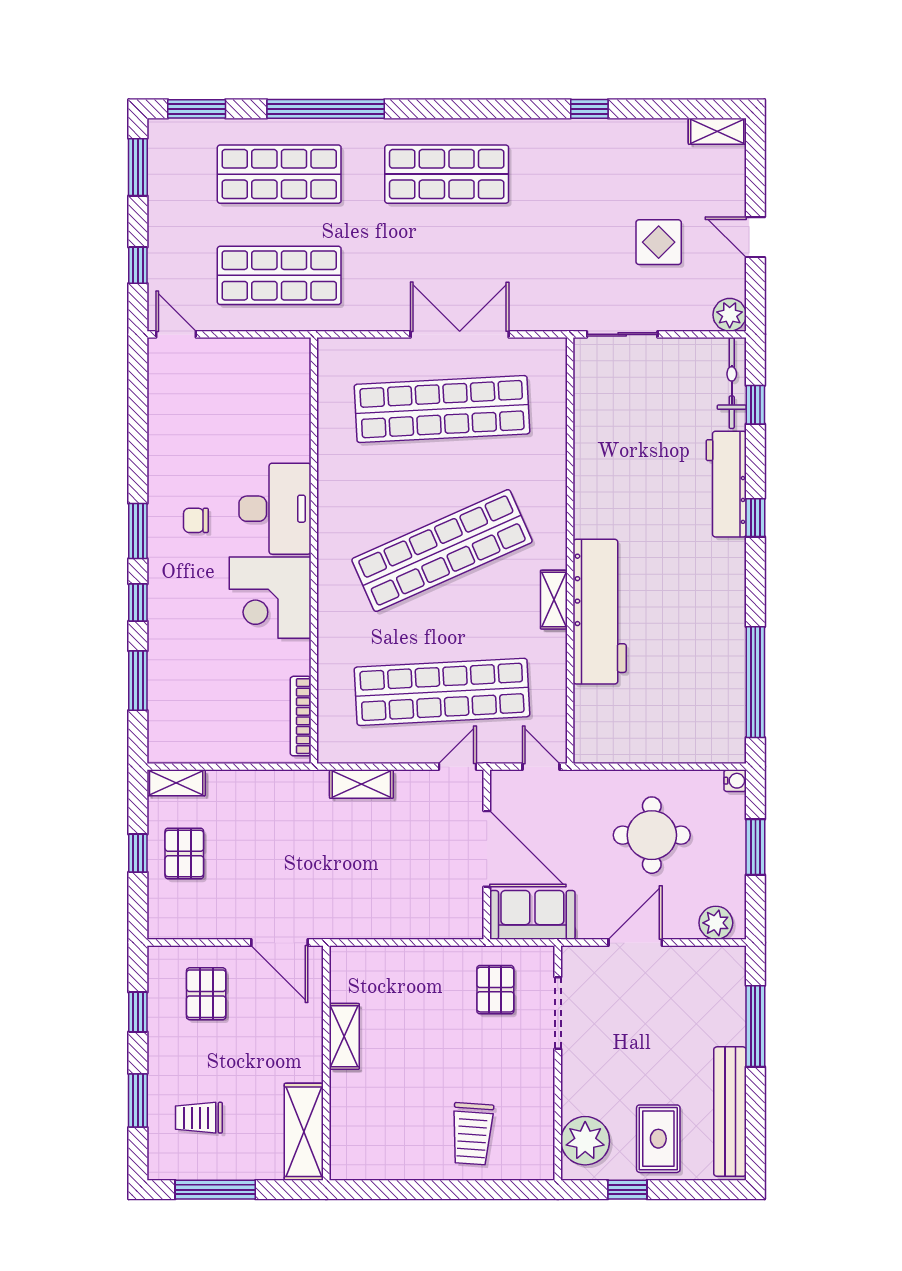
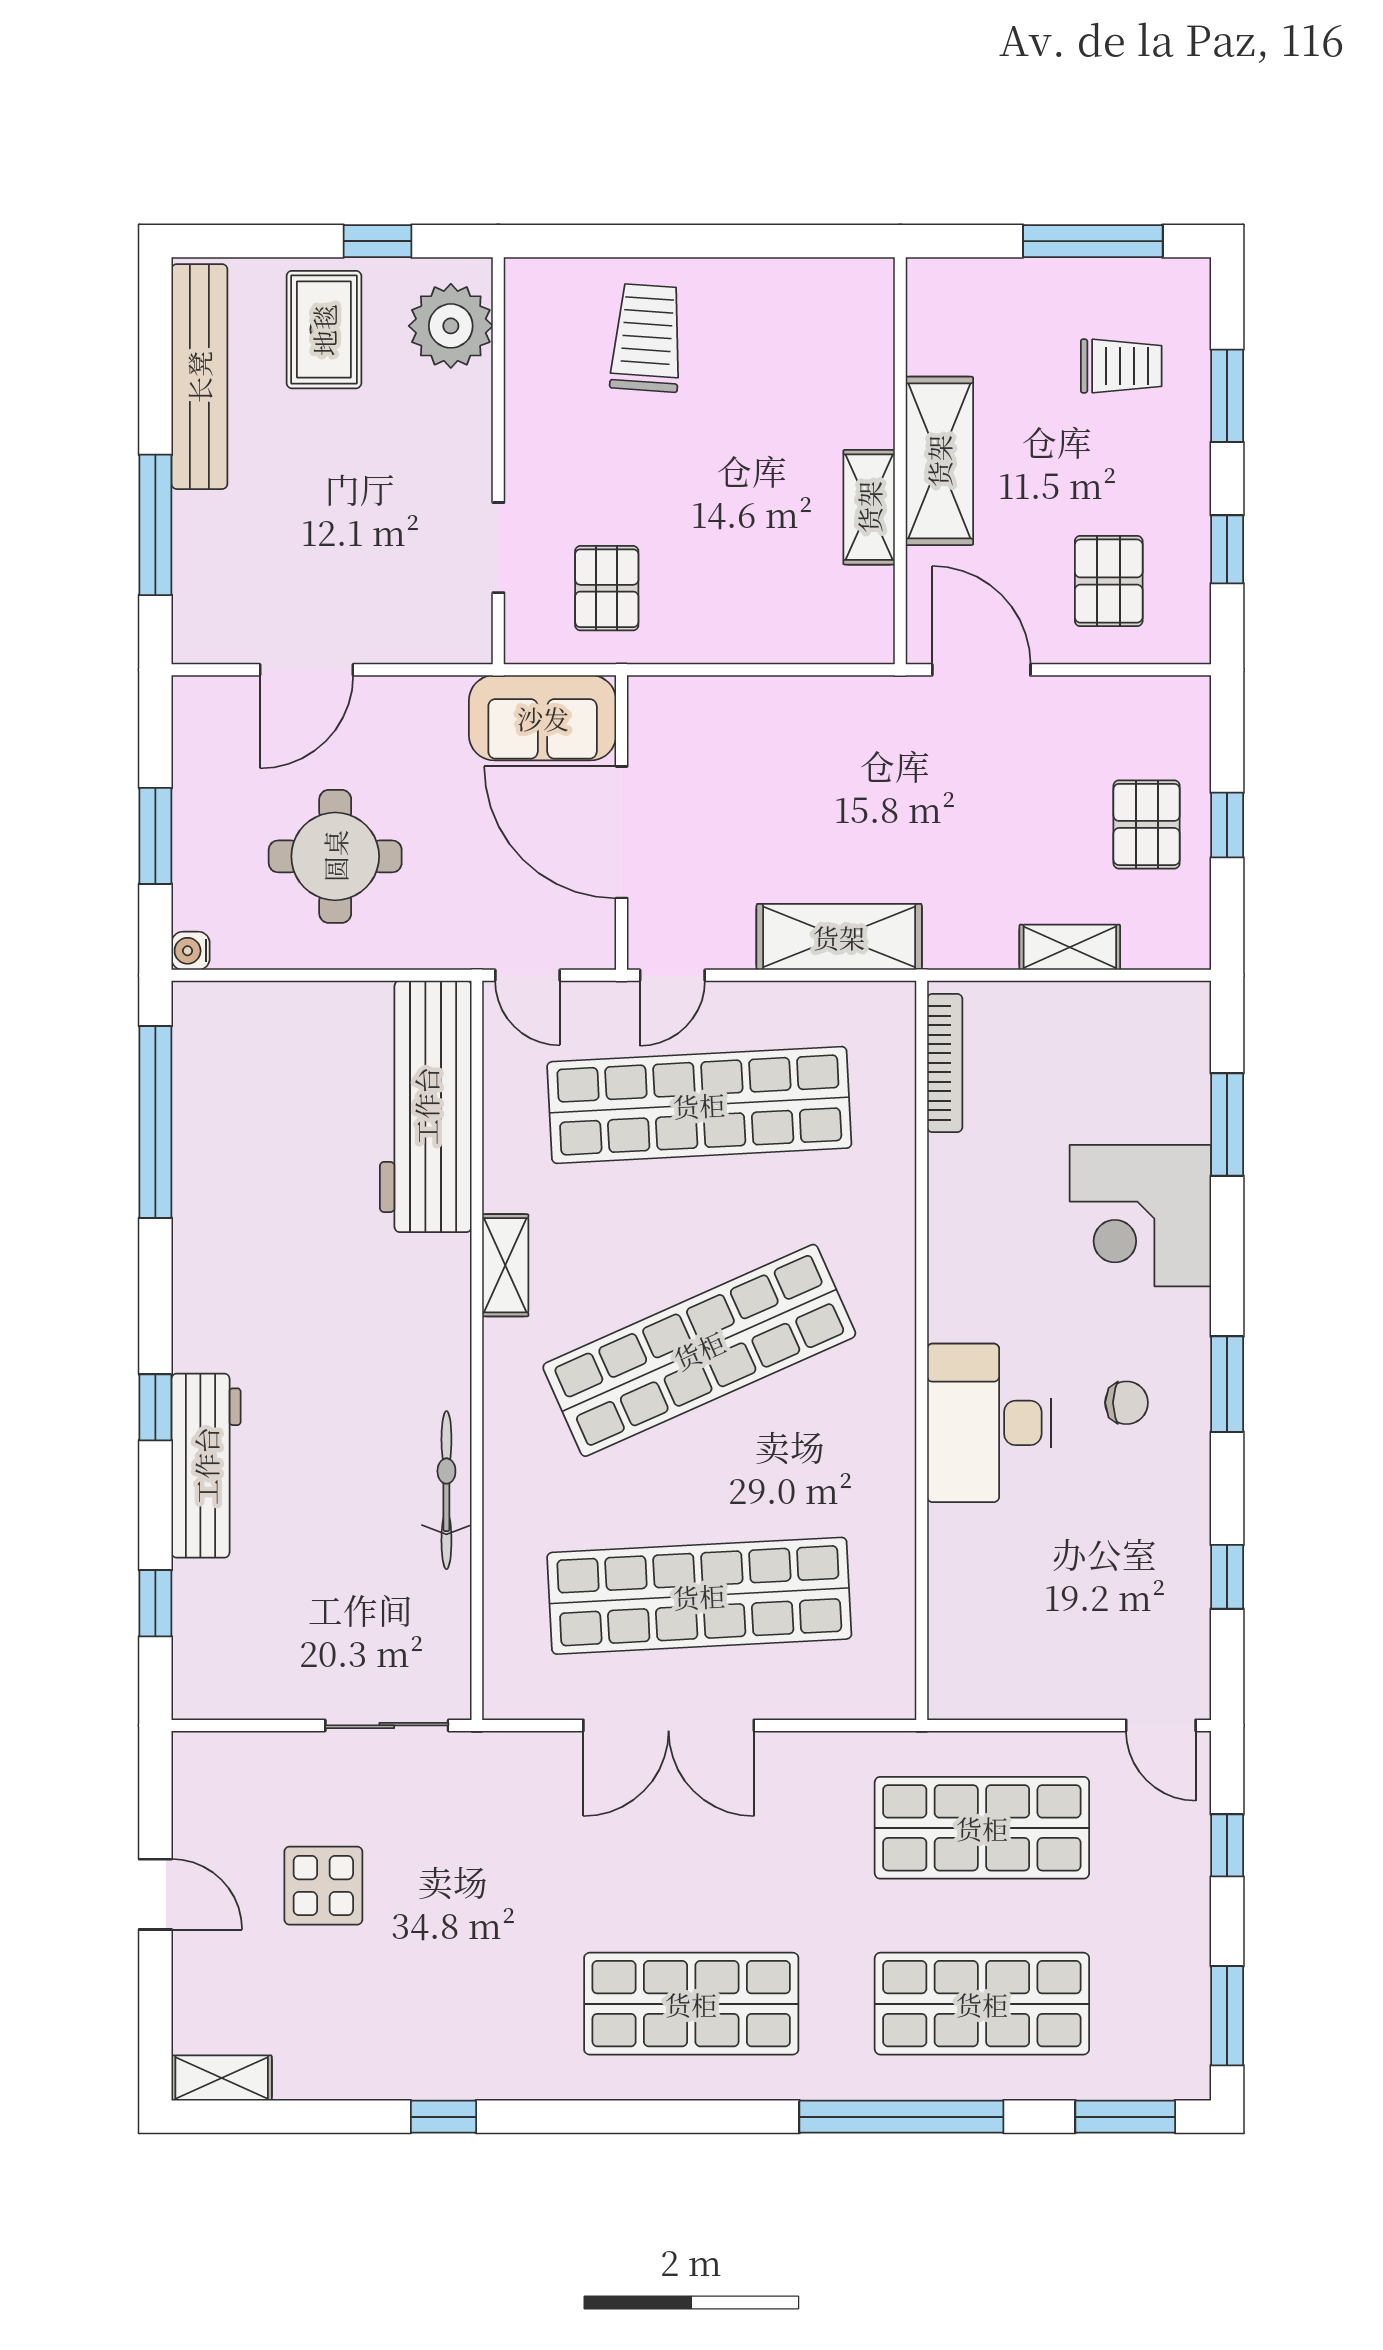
plant: (730, 315) -> (200, 1759), removed
bicycle: (732, 383) -> (446, 1490), moved, turned 180
corner desk: (270, 598) -> (1140, 1216), moved, turned 180
window: (138, 603) -> (1227, 1577), moved
workbench: (600, 612) -> (426, 1106), moved
shelving: (176, 783) -> (1070, 947), moved
shelving: (361, 784) -> (839, 937), width x1.50, depth x1.33
plant: (716, 923) -> (224, 704), removed
door: (635, 943) -> (307, 670), moved
doorway: (558, 1013) -> (498, 548), width x0.73
shelving: (304, 1132) -> (939, 461), moved

